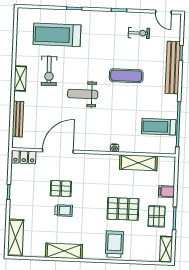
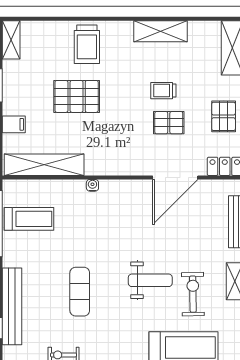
exercise mat: (126, 76) -> (80, 292), turned 90
weight bench: (83, 94) -> (150, 280), moved
shelving: (138, 163) -> (44, 165), width x1.47
pallet: (157, 216) -> (224, 116), moved

